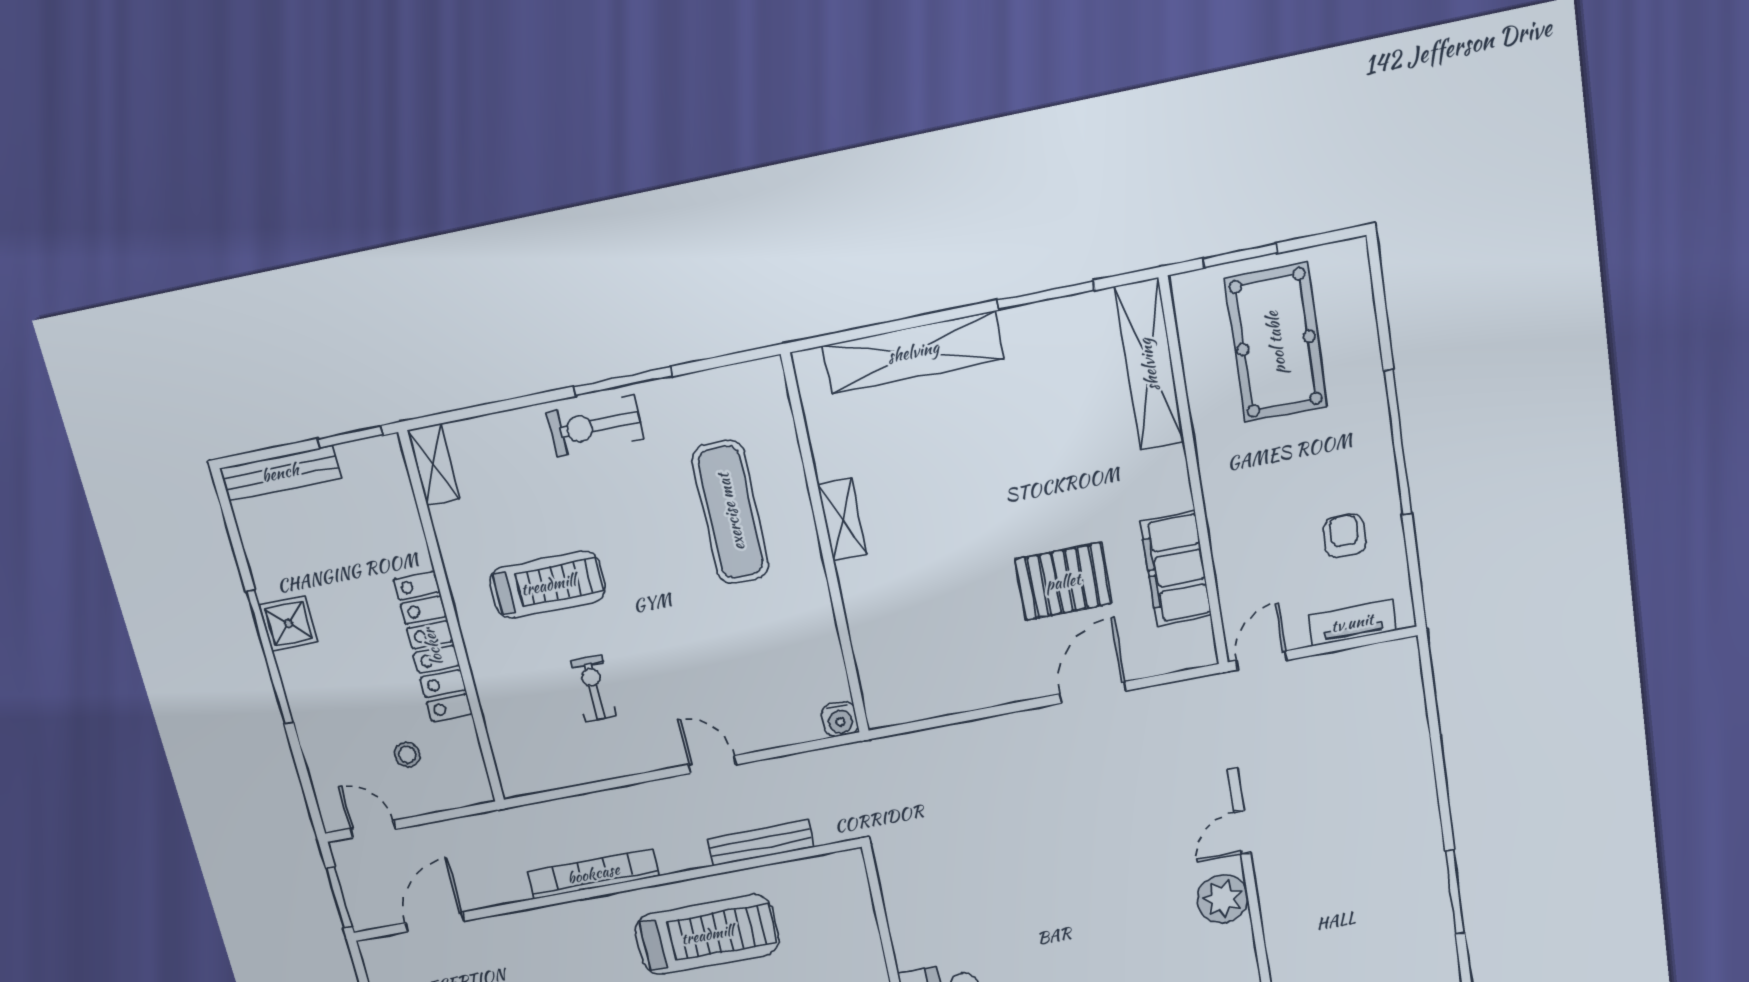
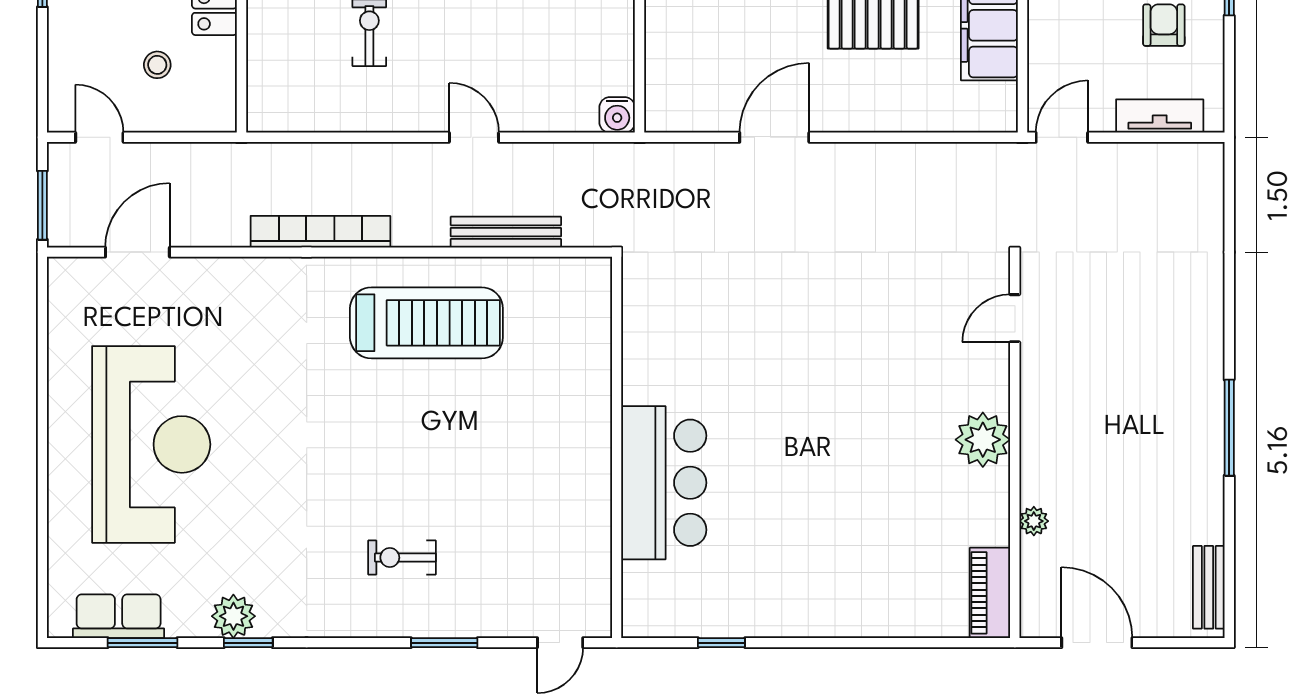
door: (1093, 692) -> (774, 137), moved
plant: (1222, 899) -> (983, 440), moved

